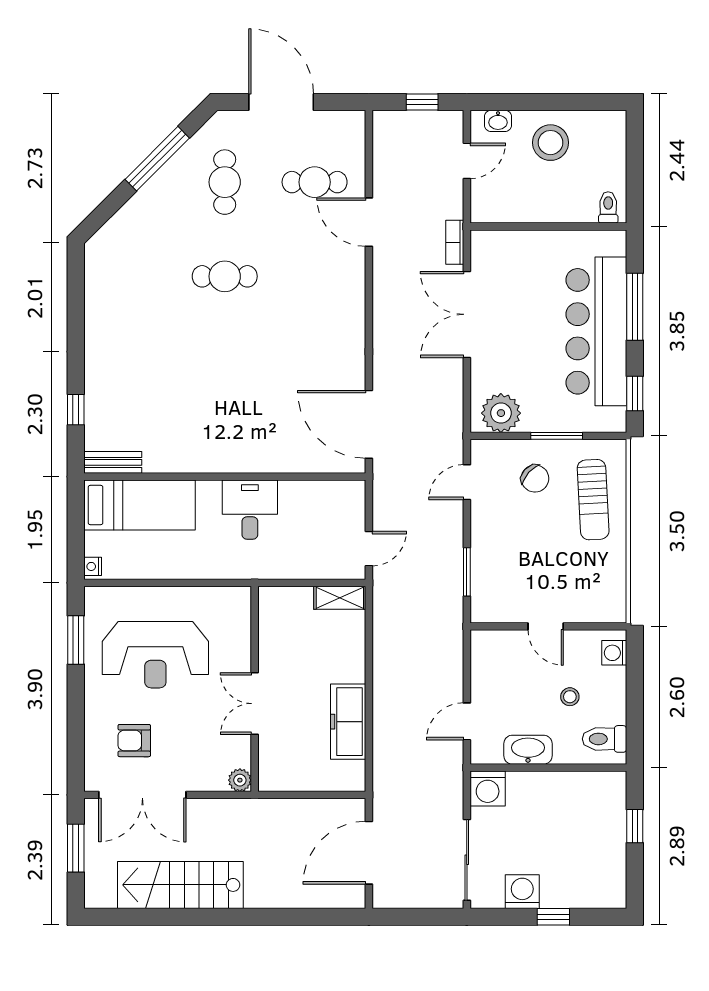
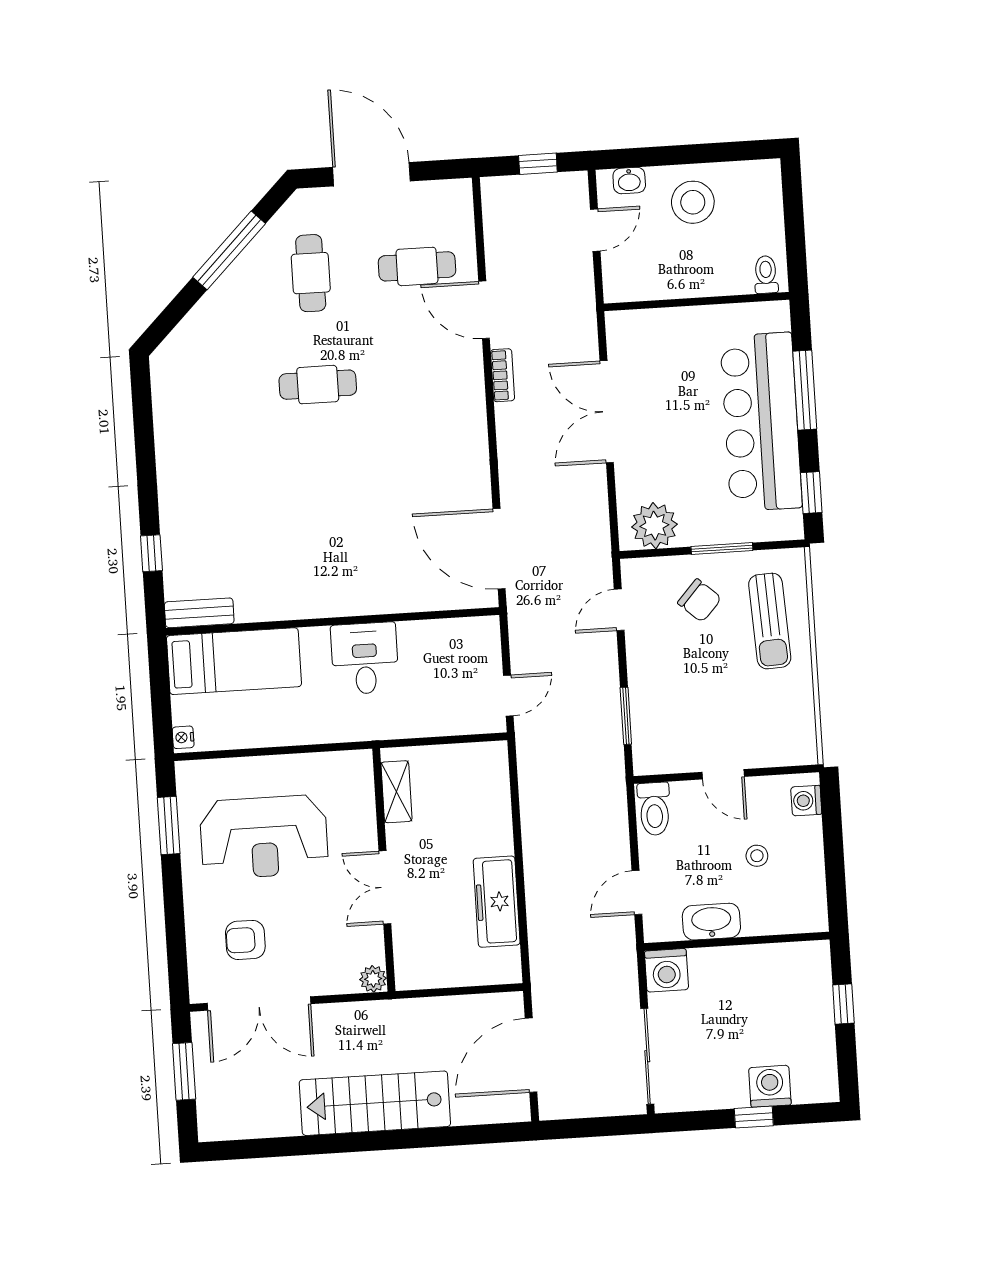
bookcase: (455, 242) -> (503, 375), moved, turned 180
shelving: (340, 598) -> (397, 792), moved, turned 90
toilet: (605, 739) -> (654, 809), moved, turned -90
stairs: (180, 885) -> (375, 1103), moved
washing machine: (522, 892) -> (770, 1086), moved

